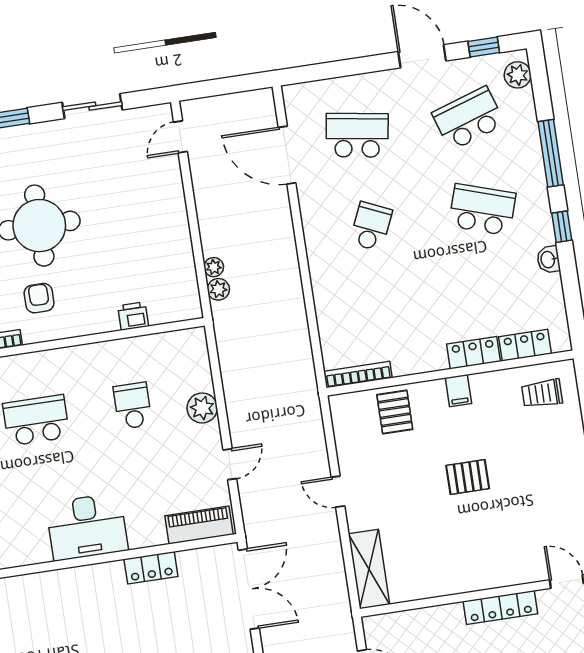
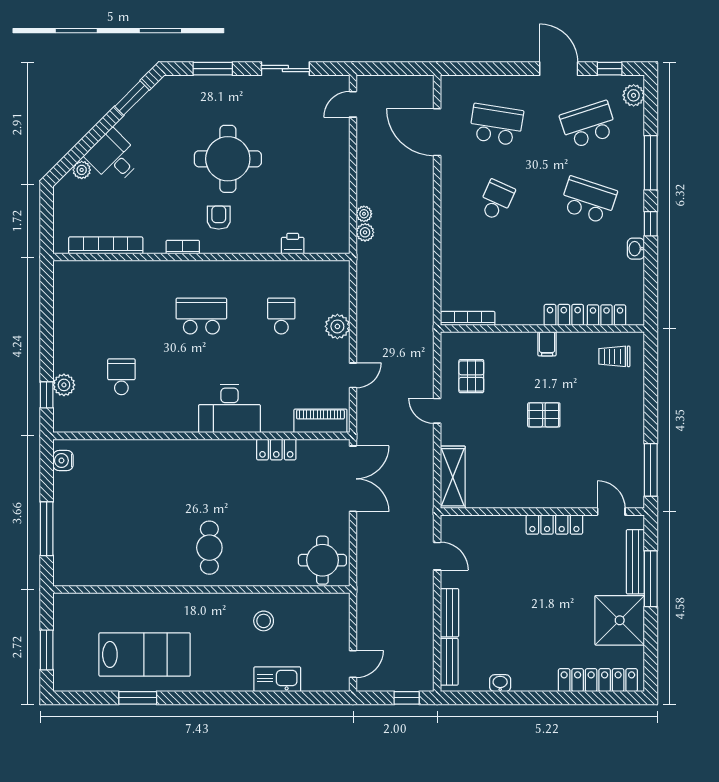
pallet: (395, 412) -> (471, 376), moved

